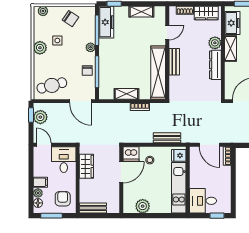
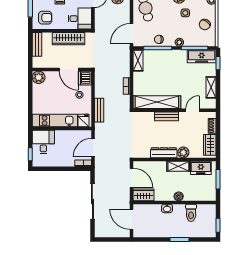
door: (167, 32) -> (192, 110), swing flipped
shelving: (126, 94) -> (138, 60), moved
wardrobe: (86, 166) -> (68, 39), width x1.50
plant: (143, 206) -> (39, 77), moved

